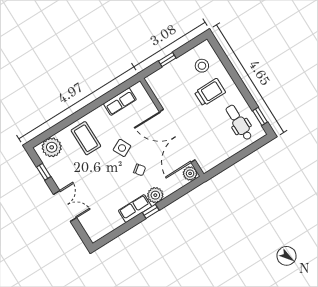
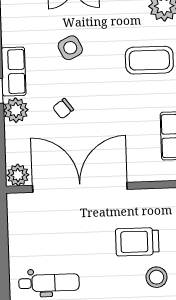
trolley: (210, 92) -> (137, 242), moved, turned 90
side table: (122, 148) -> (70, 48), moved

